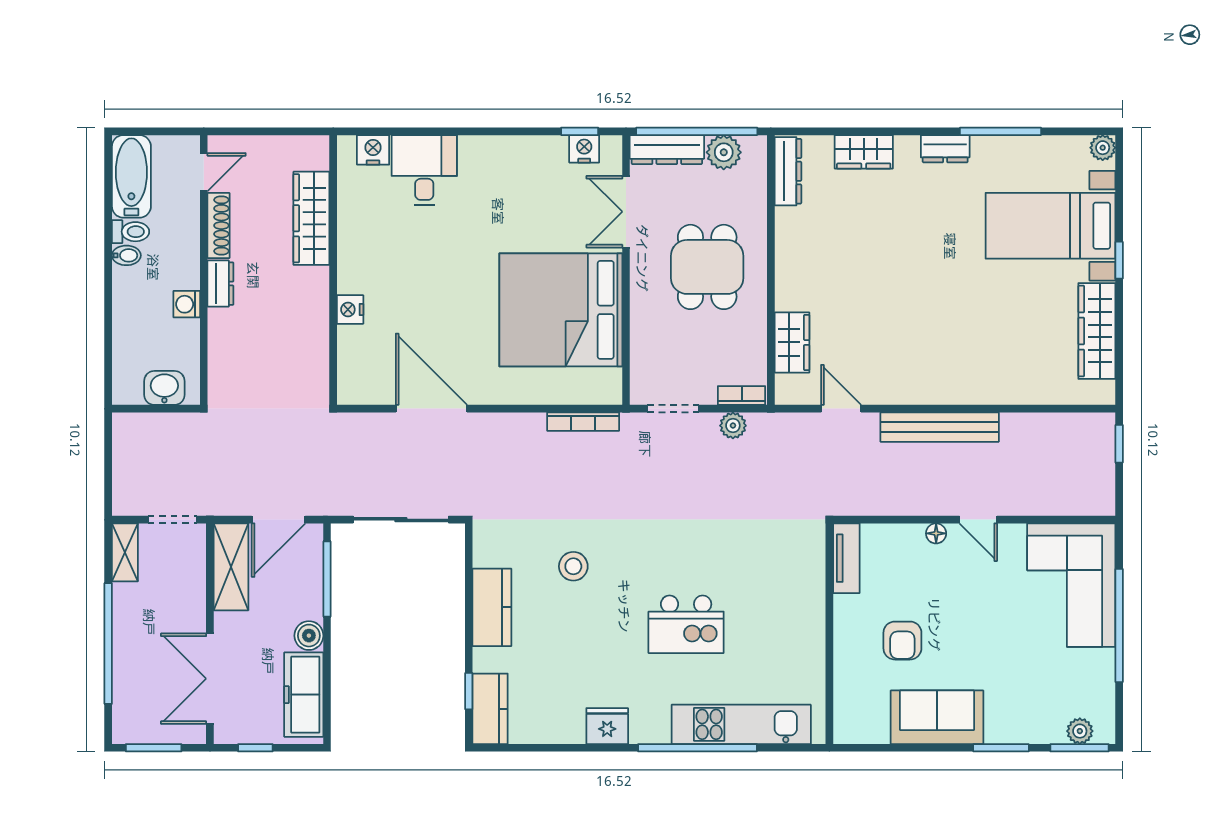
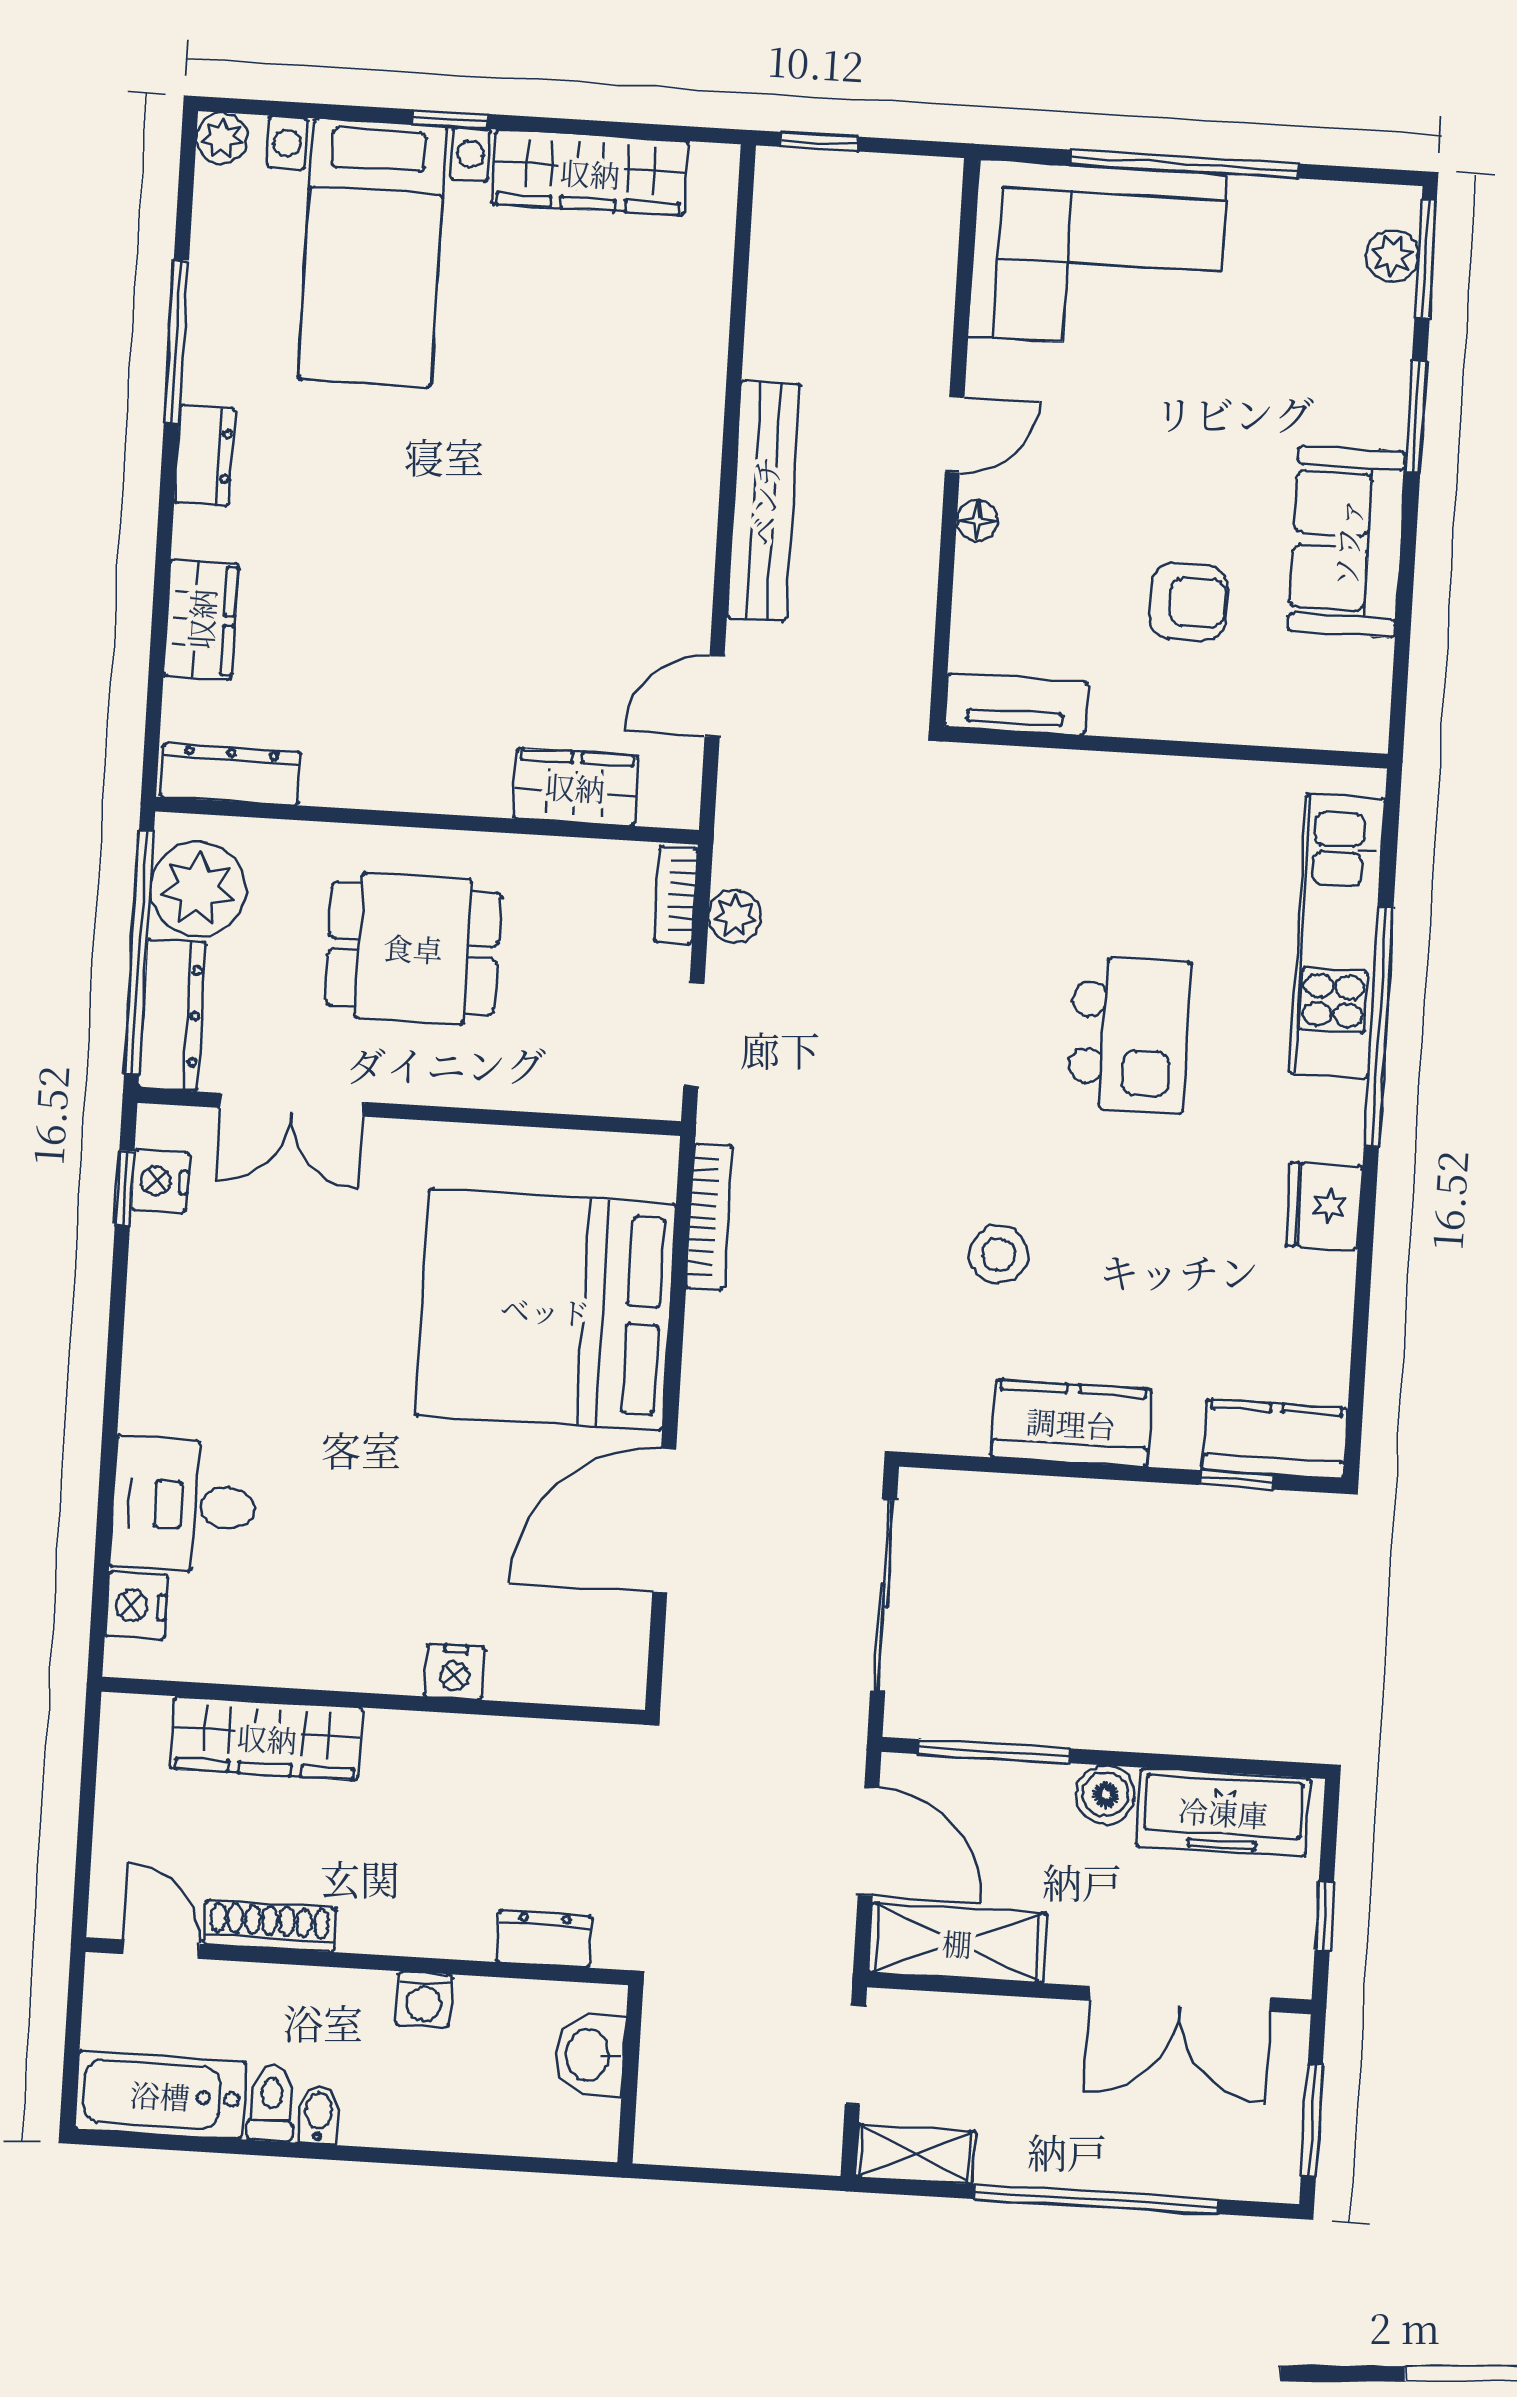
plant: (724, 152) -> (198, 889), width x1.36, depth x1.36
dresser: (220, 284) -> (544, 1939), moved
bed: (561, 310) -> (545, 1310), moved, turned 90

